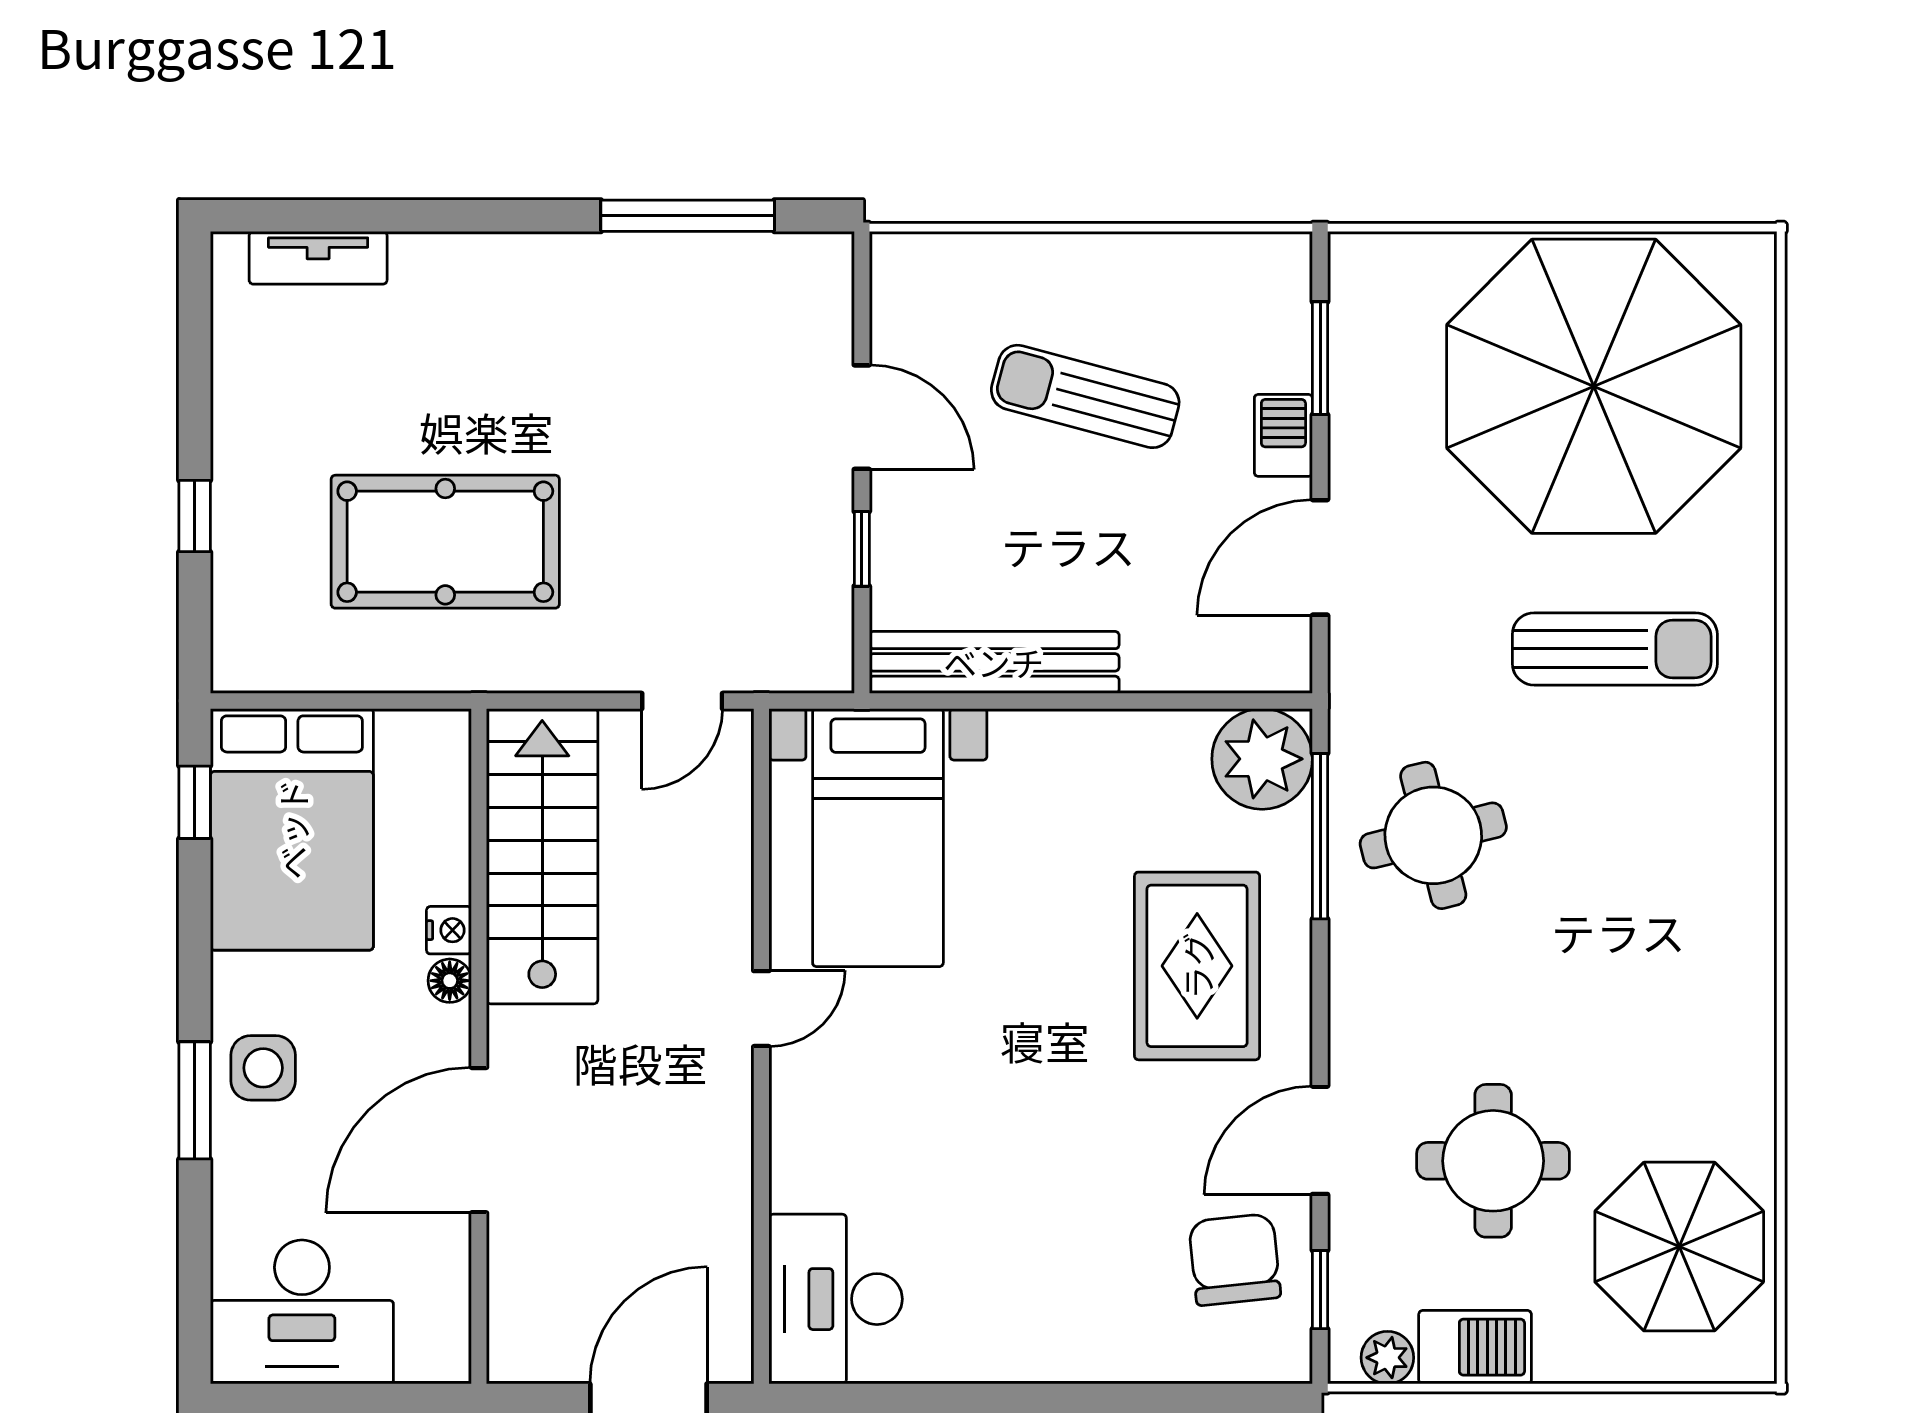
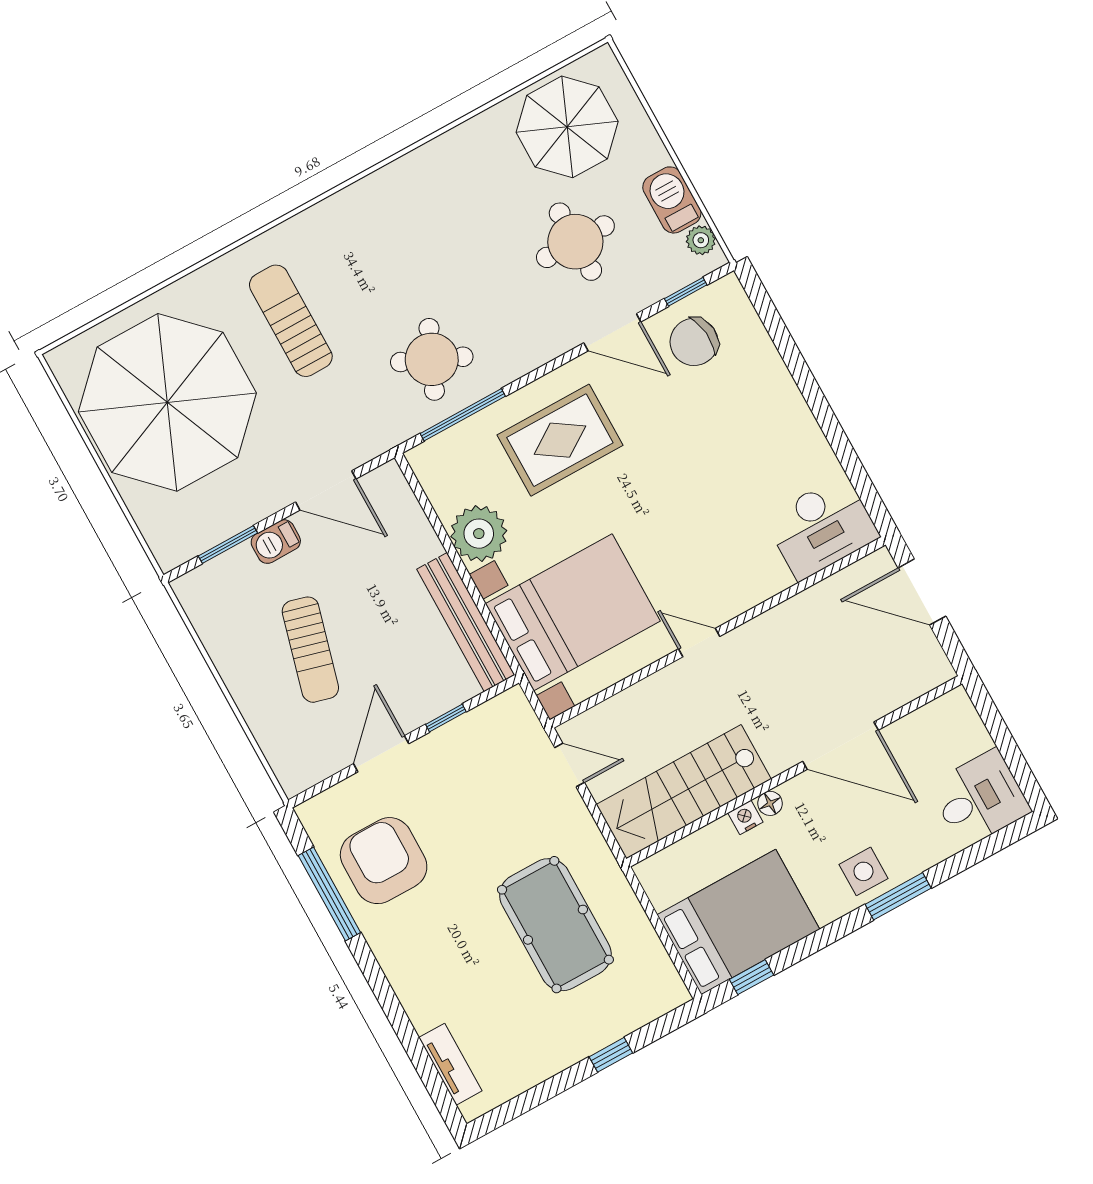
armchair: (693, 329) -> (384, 861), added
plant: (1262, 759) -> (479, 534), moved
round table: (1433, 835) -> (432, 359), turned 38
bed with nightstands: (878, 838) -> (573, 612), width x1.36
desk: (302, 1312) -> (980, 798), width x0.73

